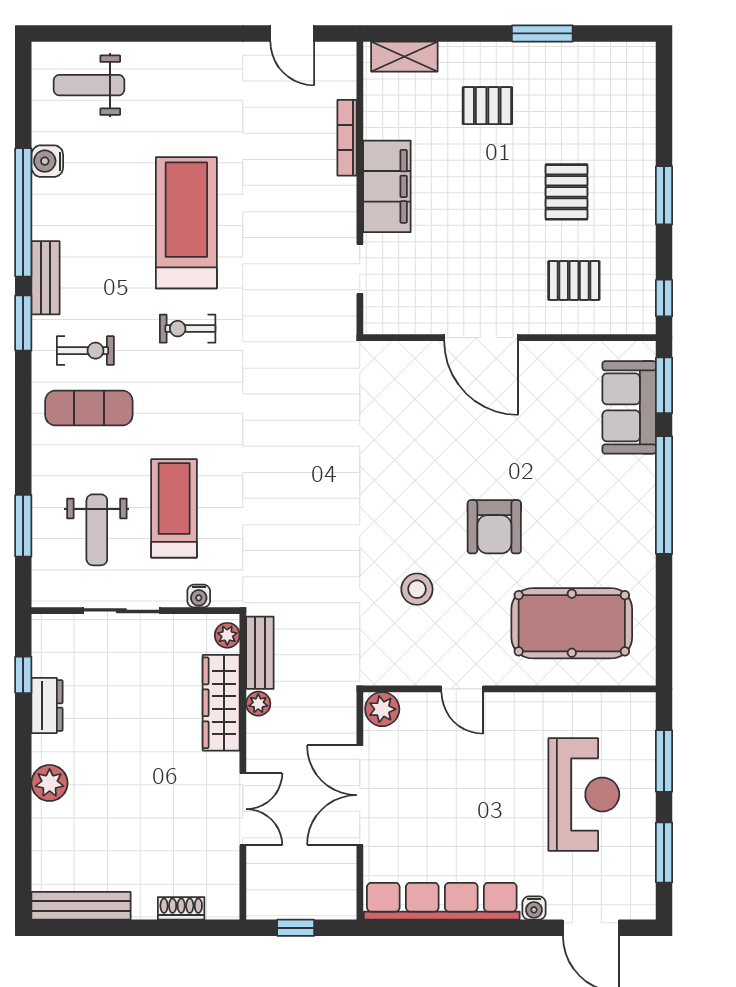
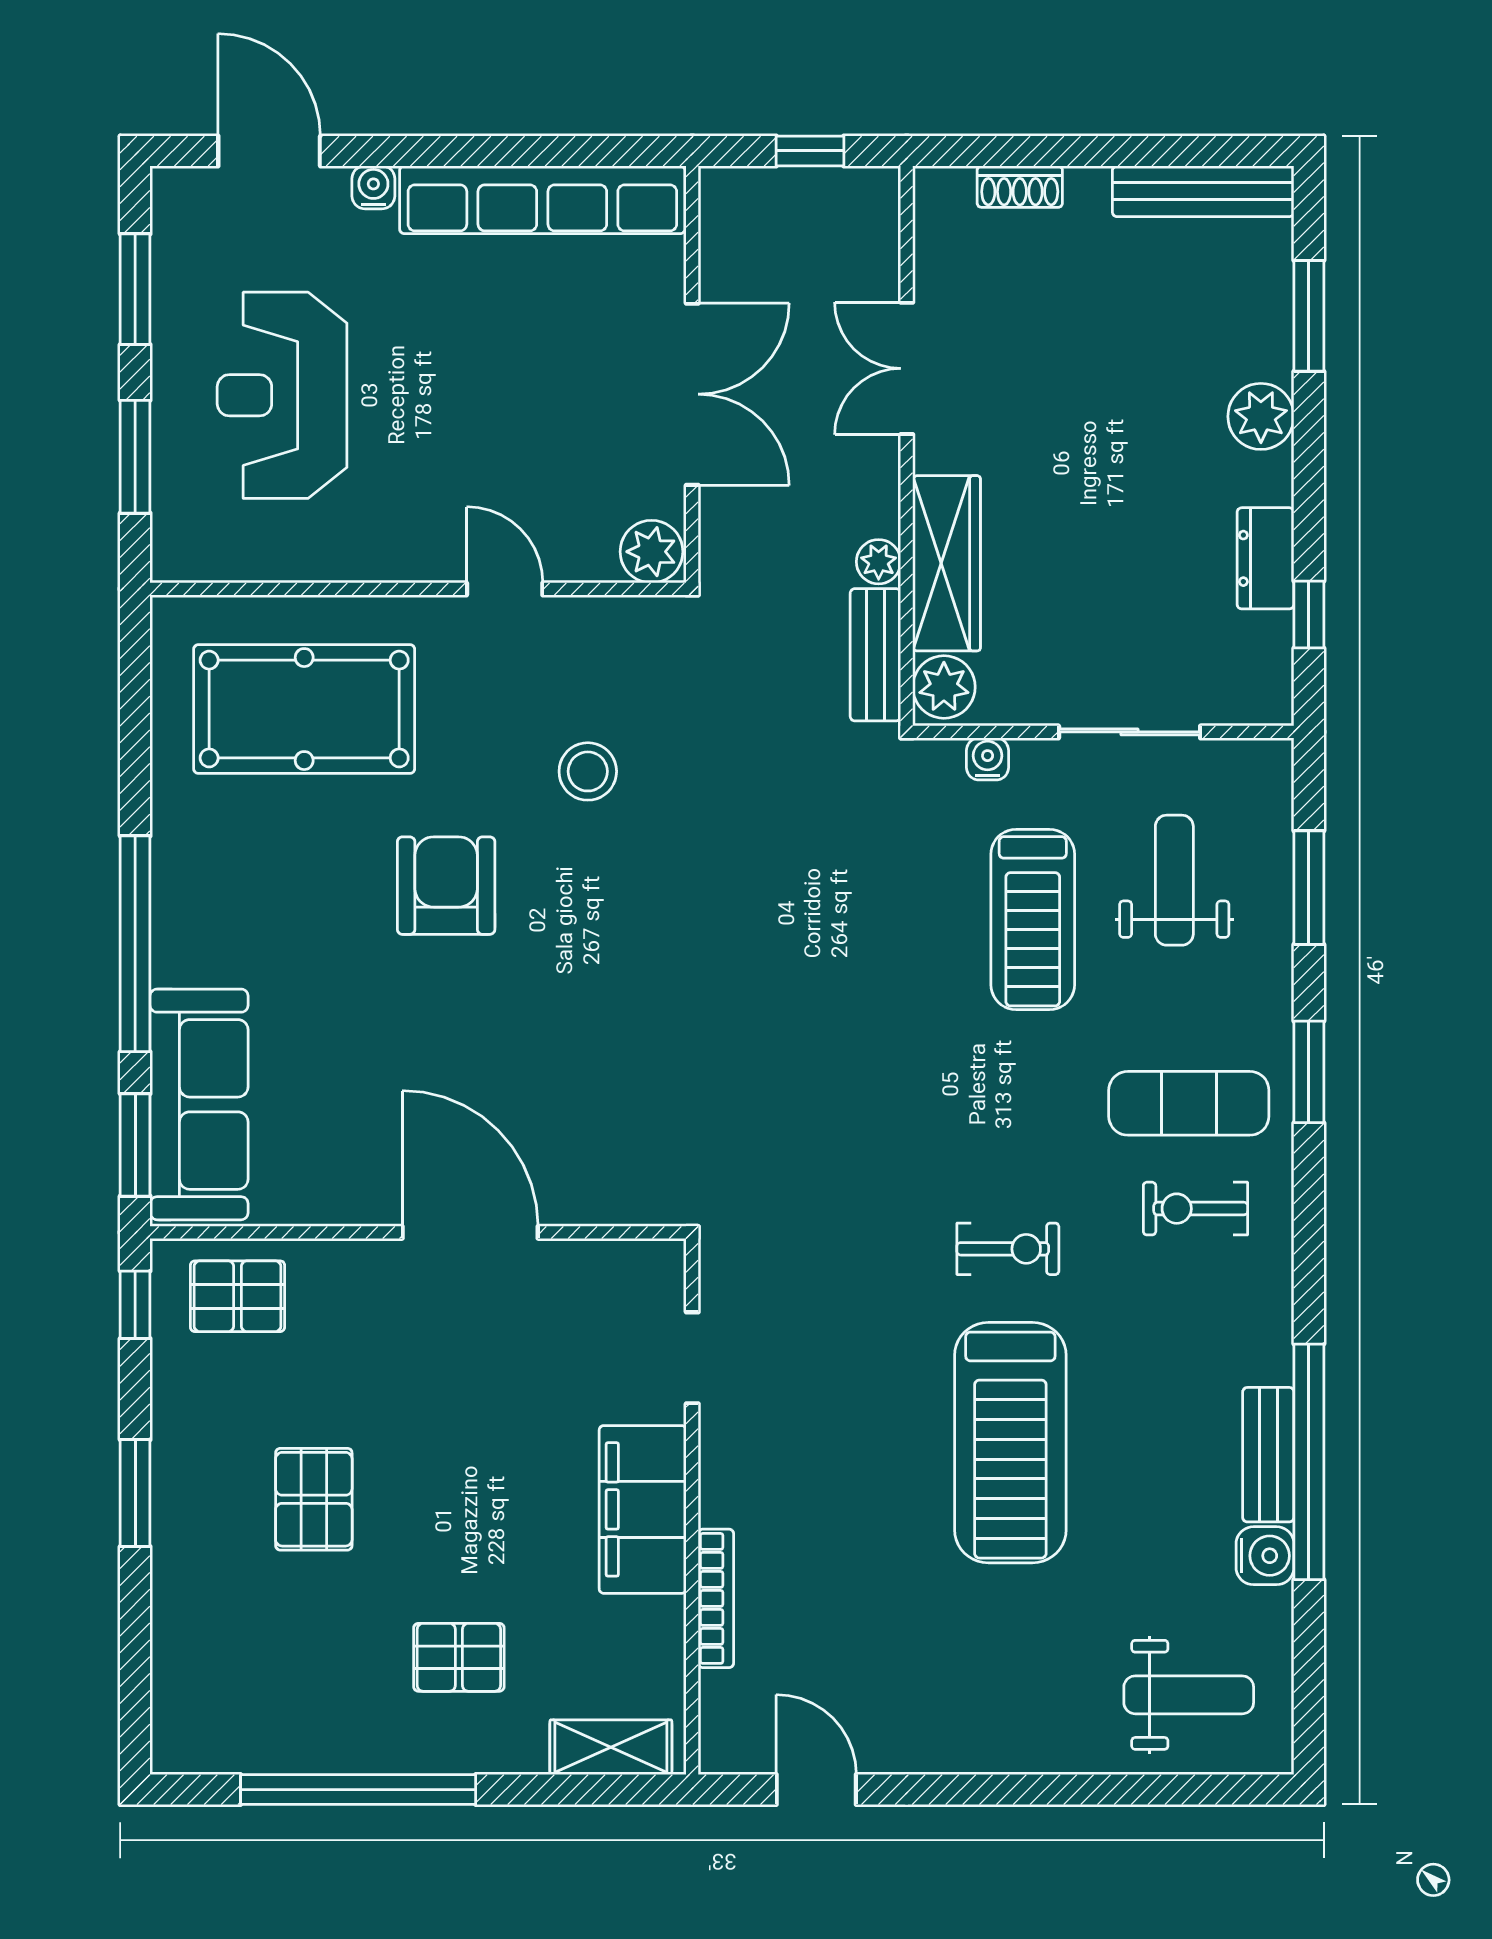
window: (542, 33) -> (358, 1790), width x2.11
bench: (46, 278) -> (1268, 1455), moved
pallet: (574, 280) -> (238, 1296), moved
window: (23, 323) -> (1309, 1072), moved
sofa: (629, 407) -> (199, 1104), width x1.36
plant: (227, 635) -> (944, 687), width x1.38, depth x1.38
window: (23, 838) -> (1309, 316), added

